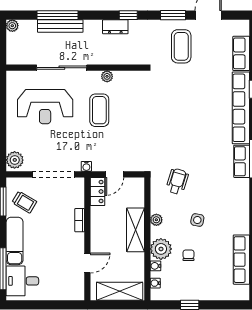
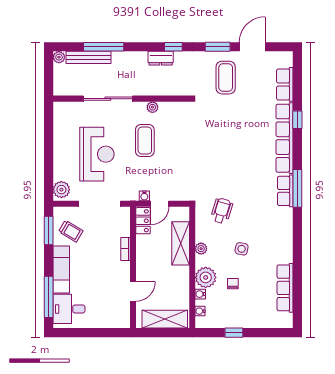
bench: (60, 26) -> (88, 57), moved
reception desk: (45, 107) -> (97, 154), moved, turned -90
water cooler: (86, 166) -> (144, 196), moved
shelving: (136, 230) -> (181, 243), moved

